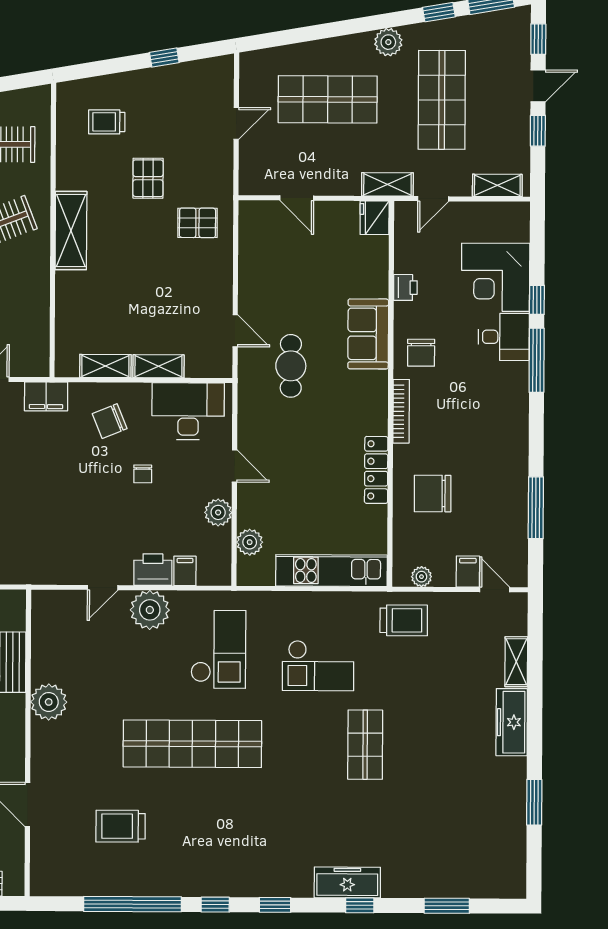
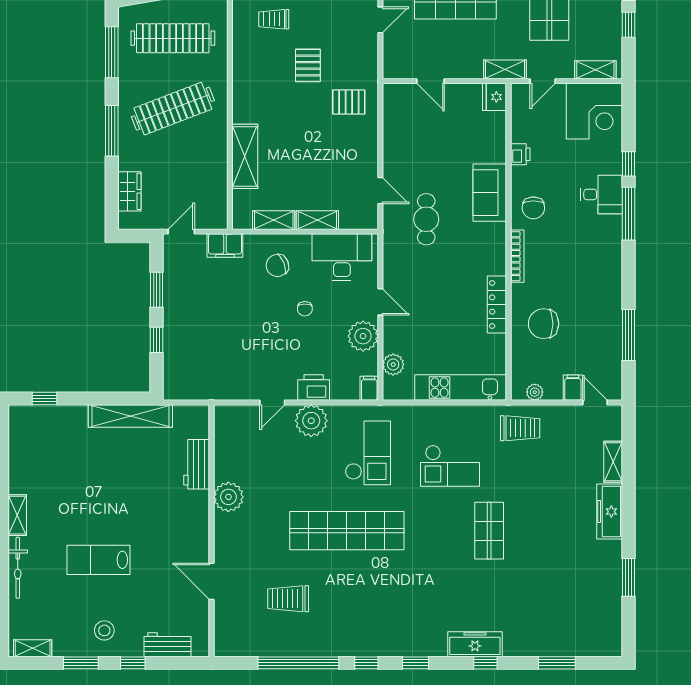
shelving: (71, 231) -> (245, 156), moved
corner desk: (496, 277) -> (594, 111), moved, turned -90
plant: (218, 512) -> (363, 336), width x1.36, depth x1.36
filing cabinet: (185, 571) -> (369, 388), moved

